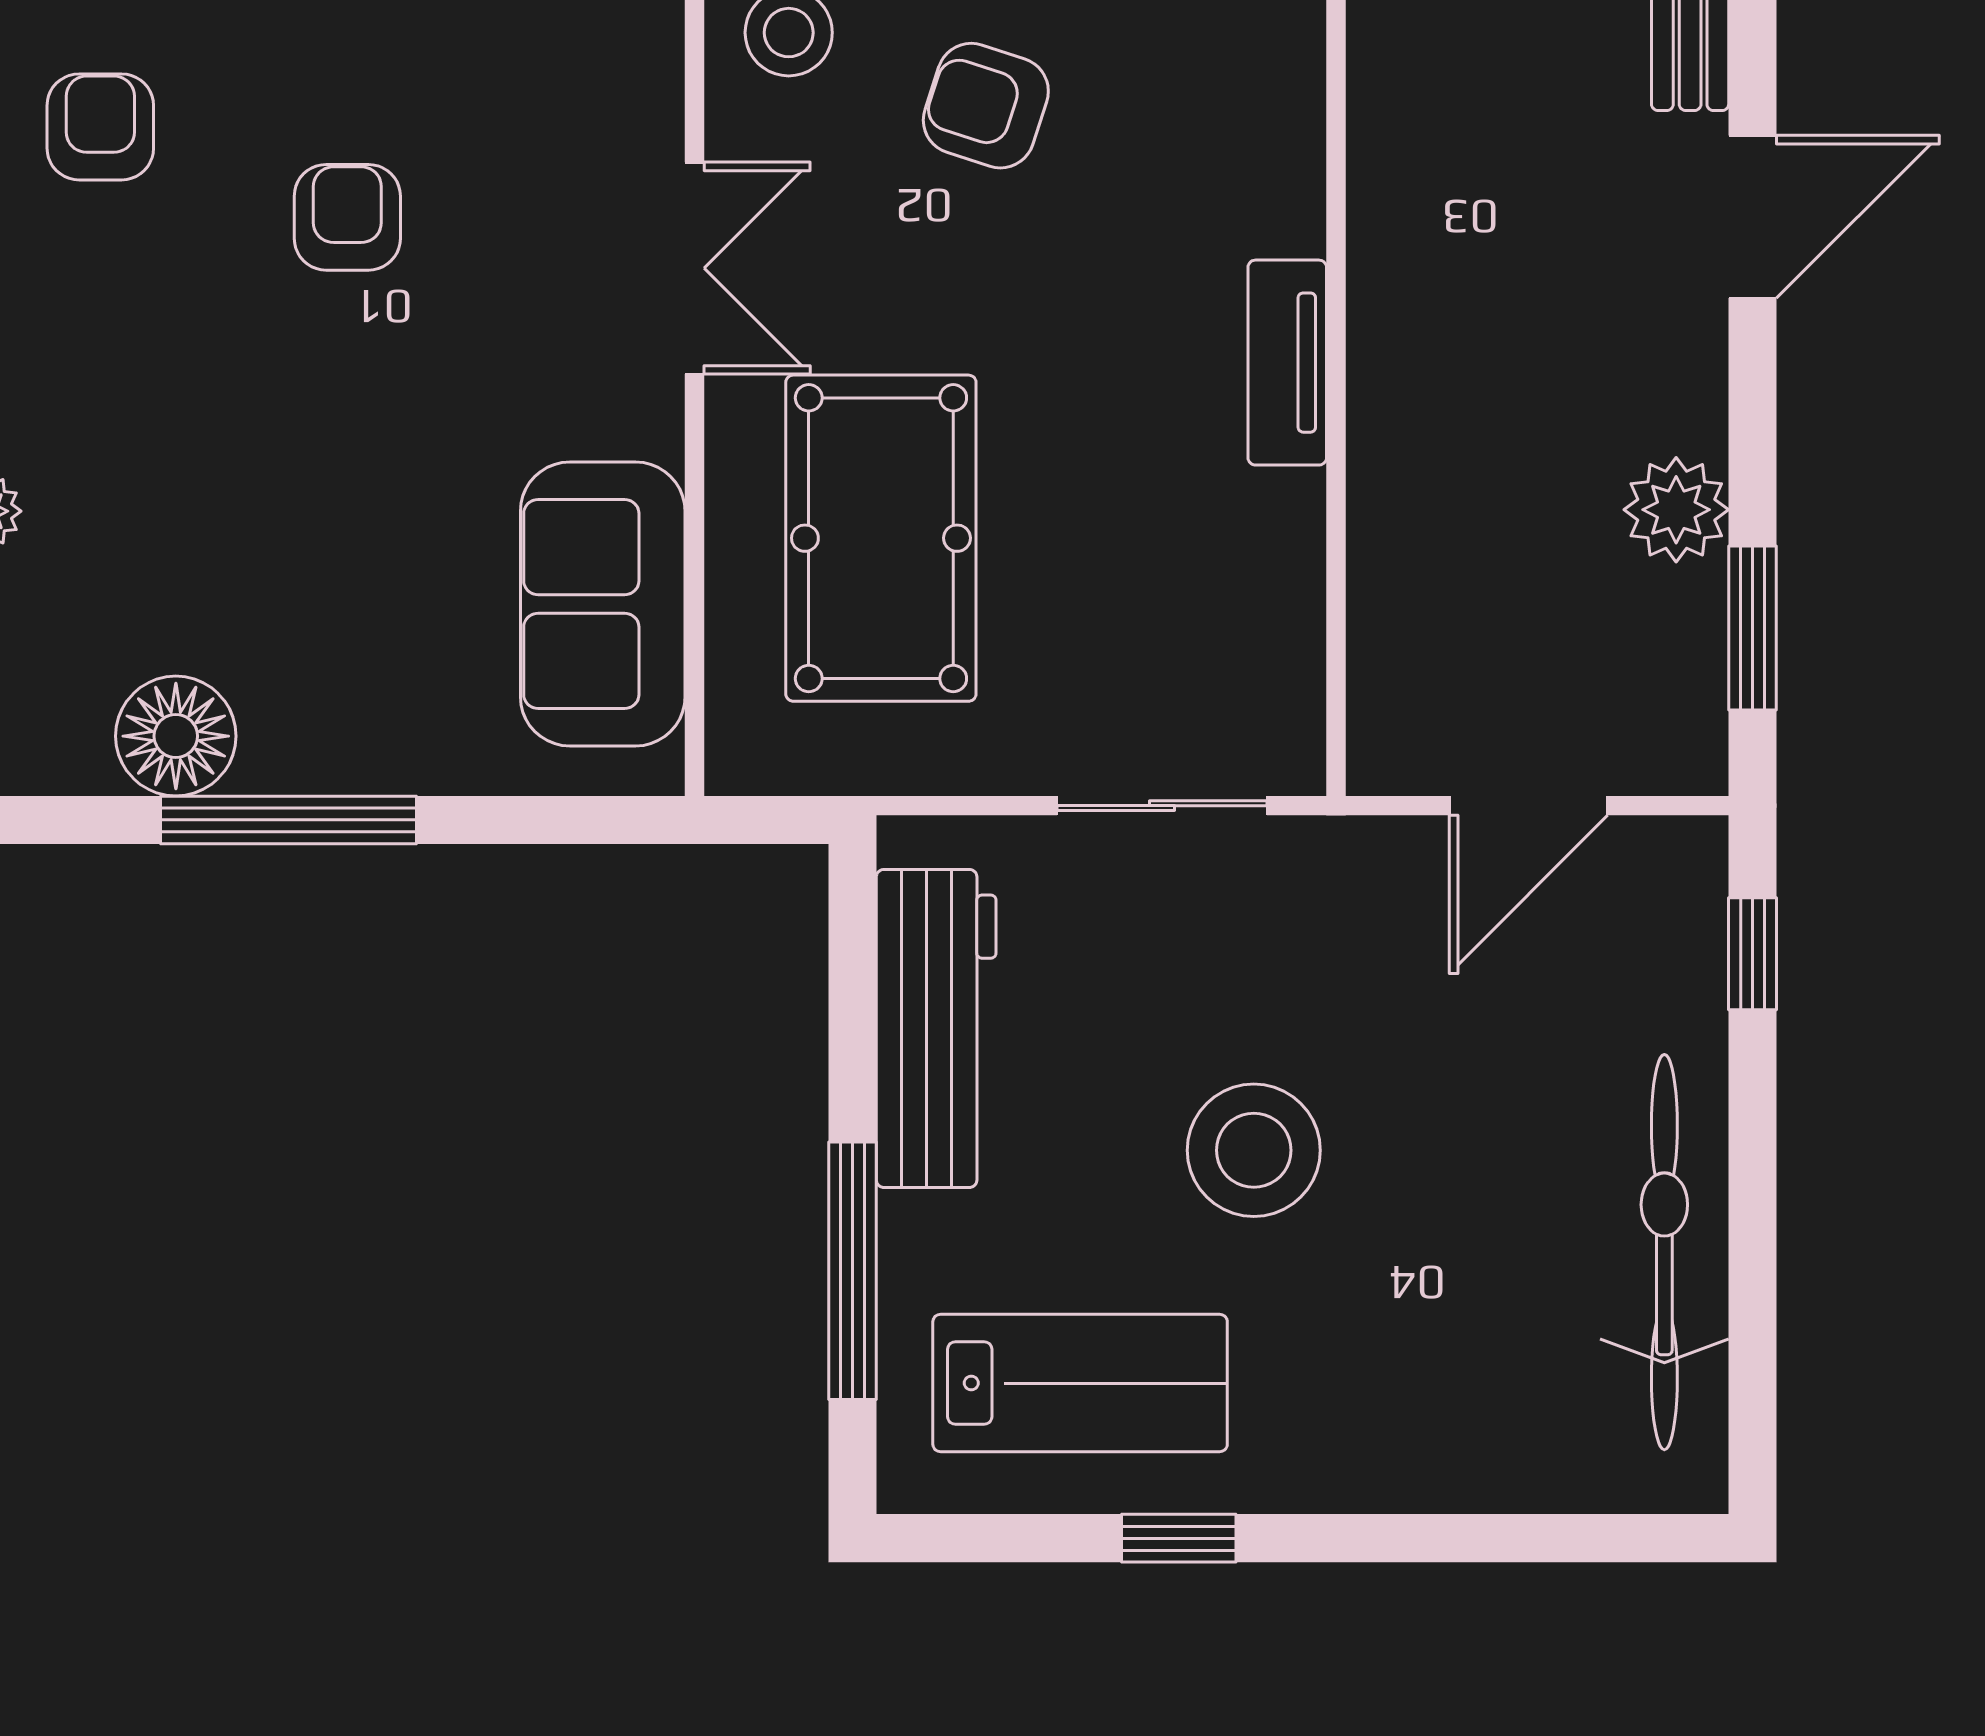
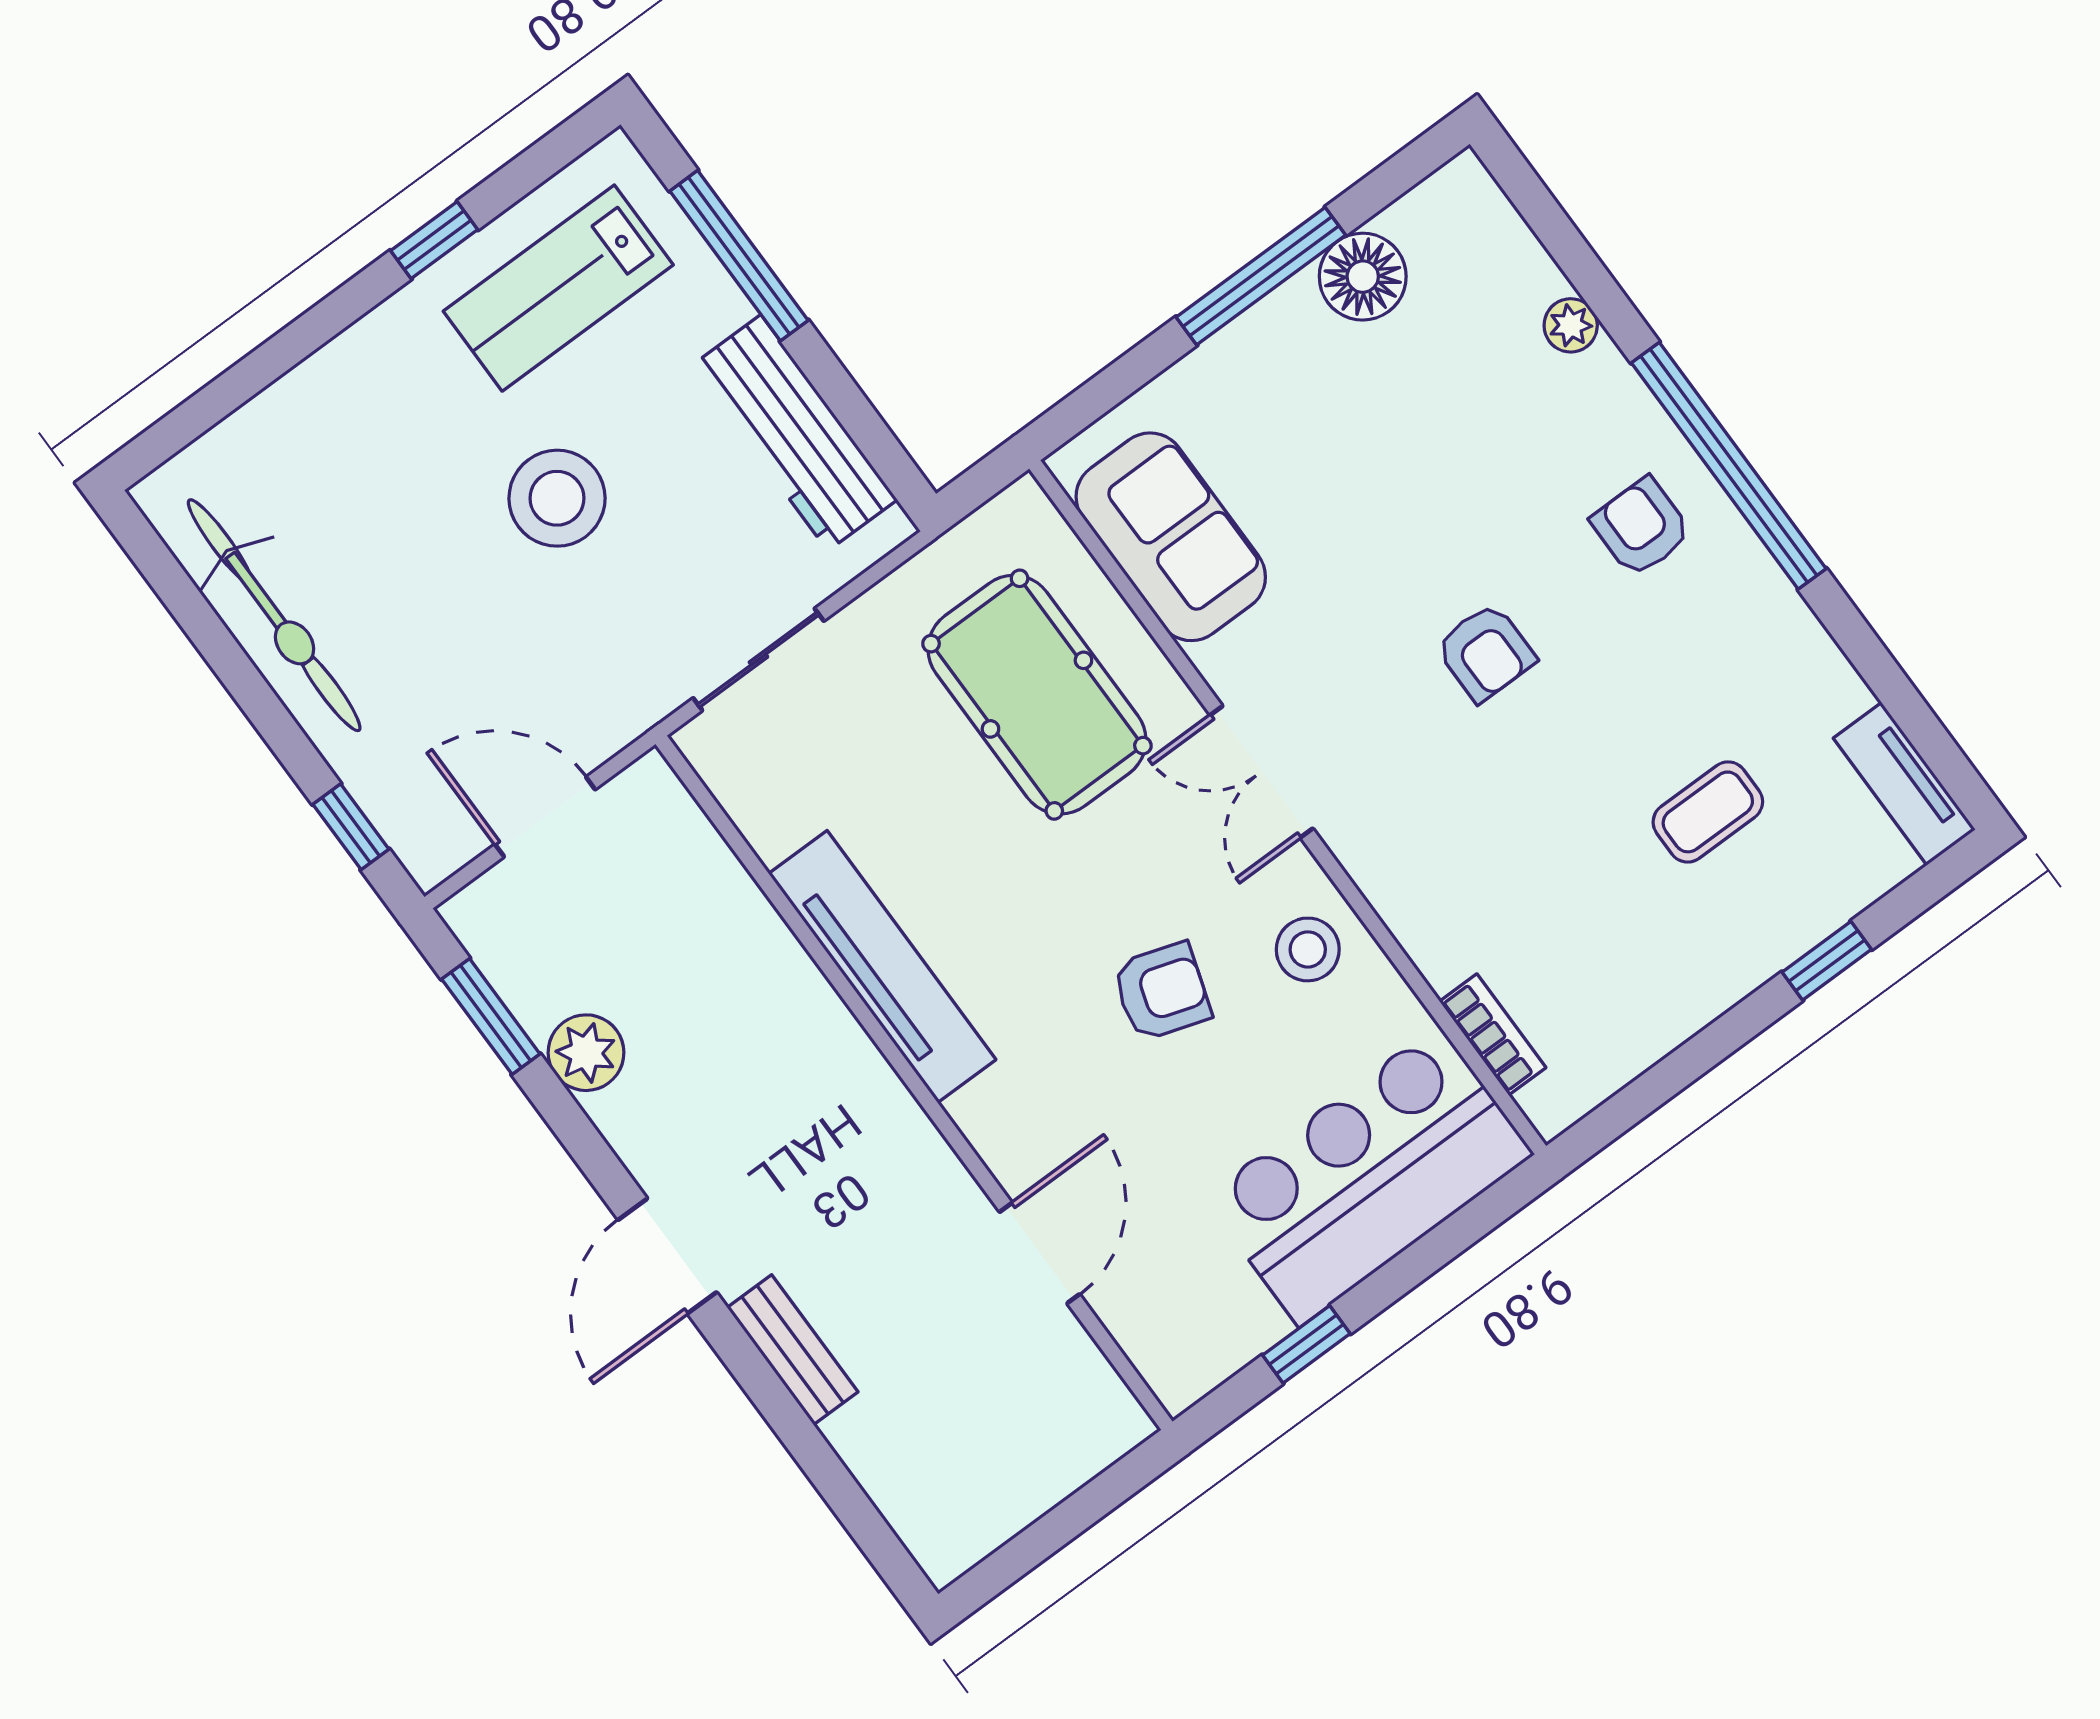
armchair: (100, 127) -> (1641, 527), moved, turned 180
tv unit: (1287, 363) -> (882, 967), width x1.92, depth x1.29
door: (1528, 806) -> (545, 817), hinge flipped

